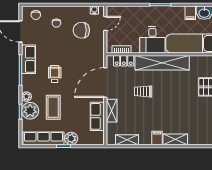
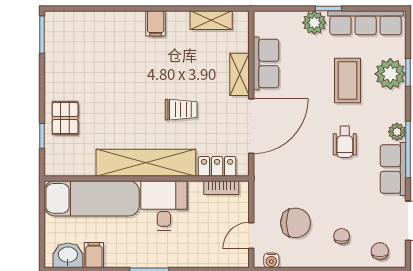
plant: (26, 97) -> (397, 132), moved
shelving: (175, 139) -> (122, 21), removed

